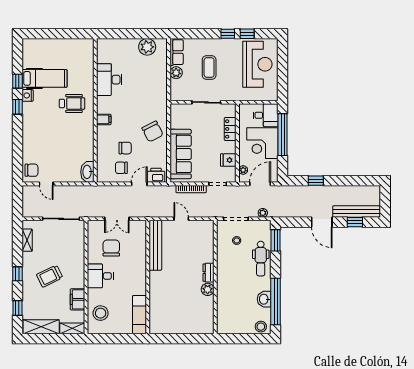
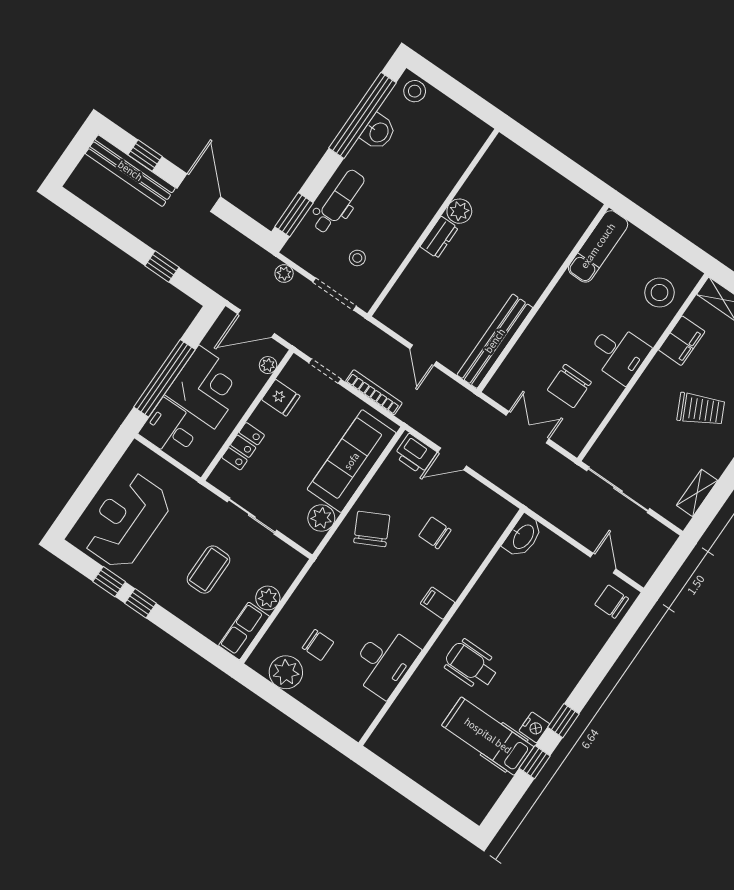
plant: (177, 122) -> (321, 518), added
chair: (121, 168) -> (318, 645), moved

